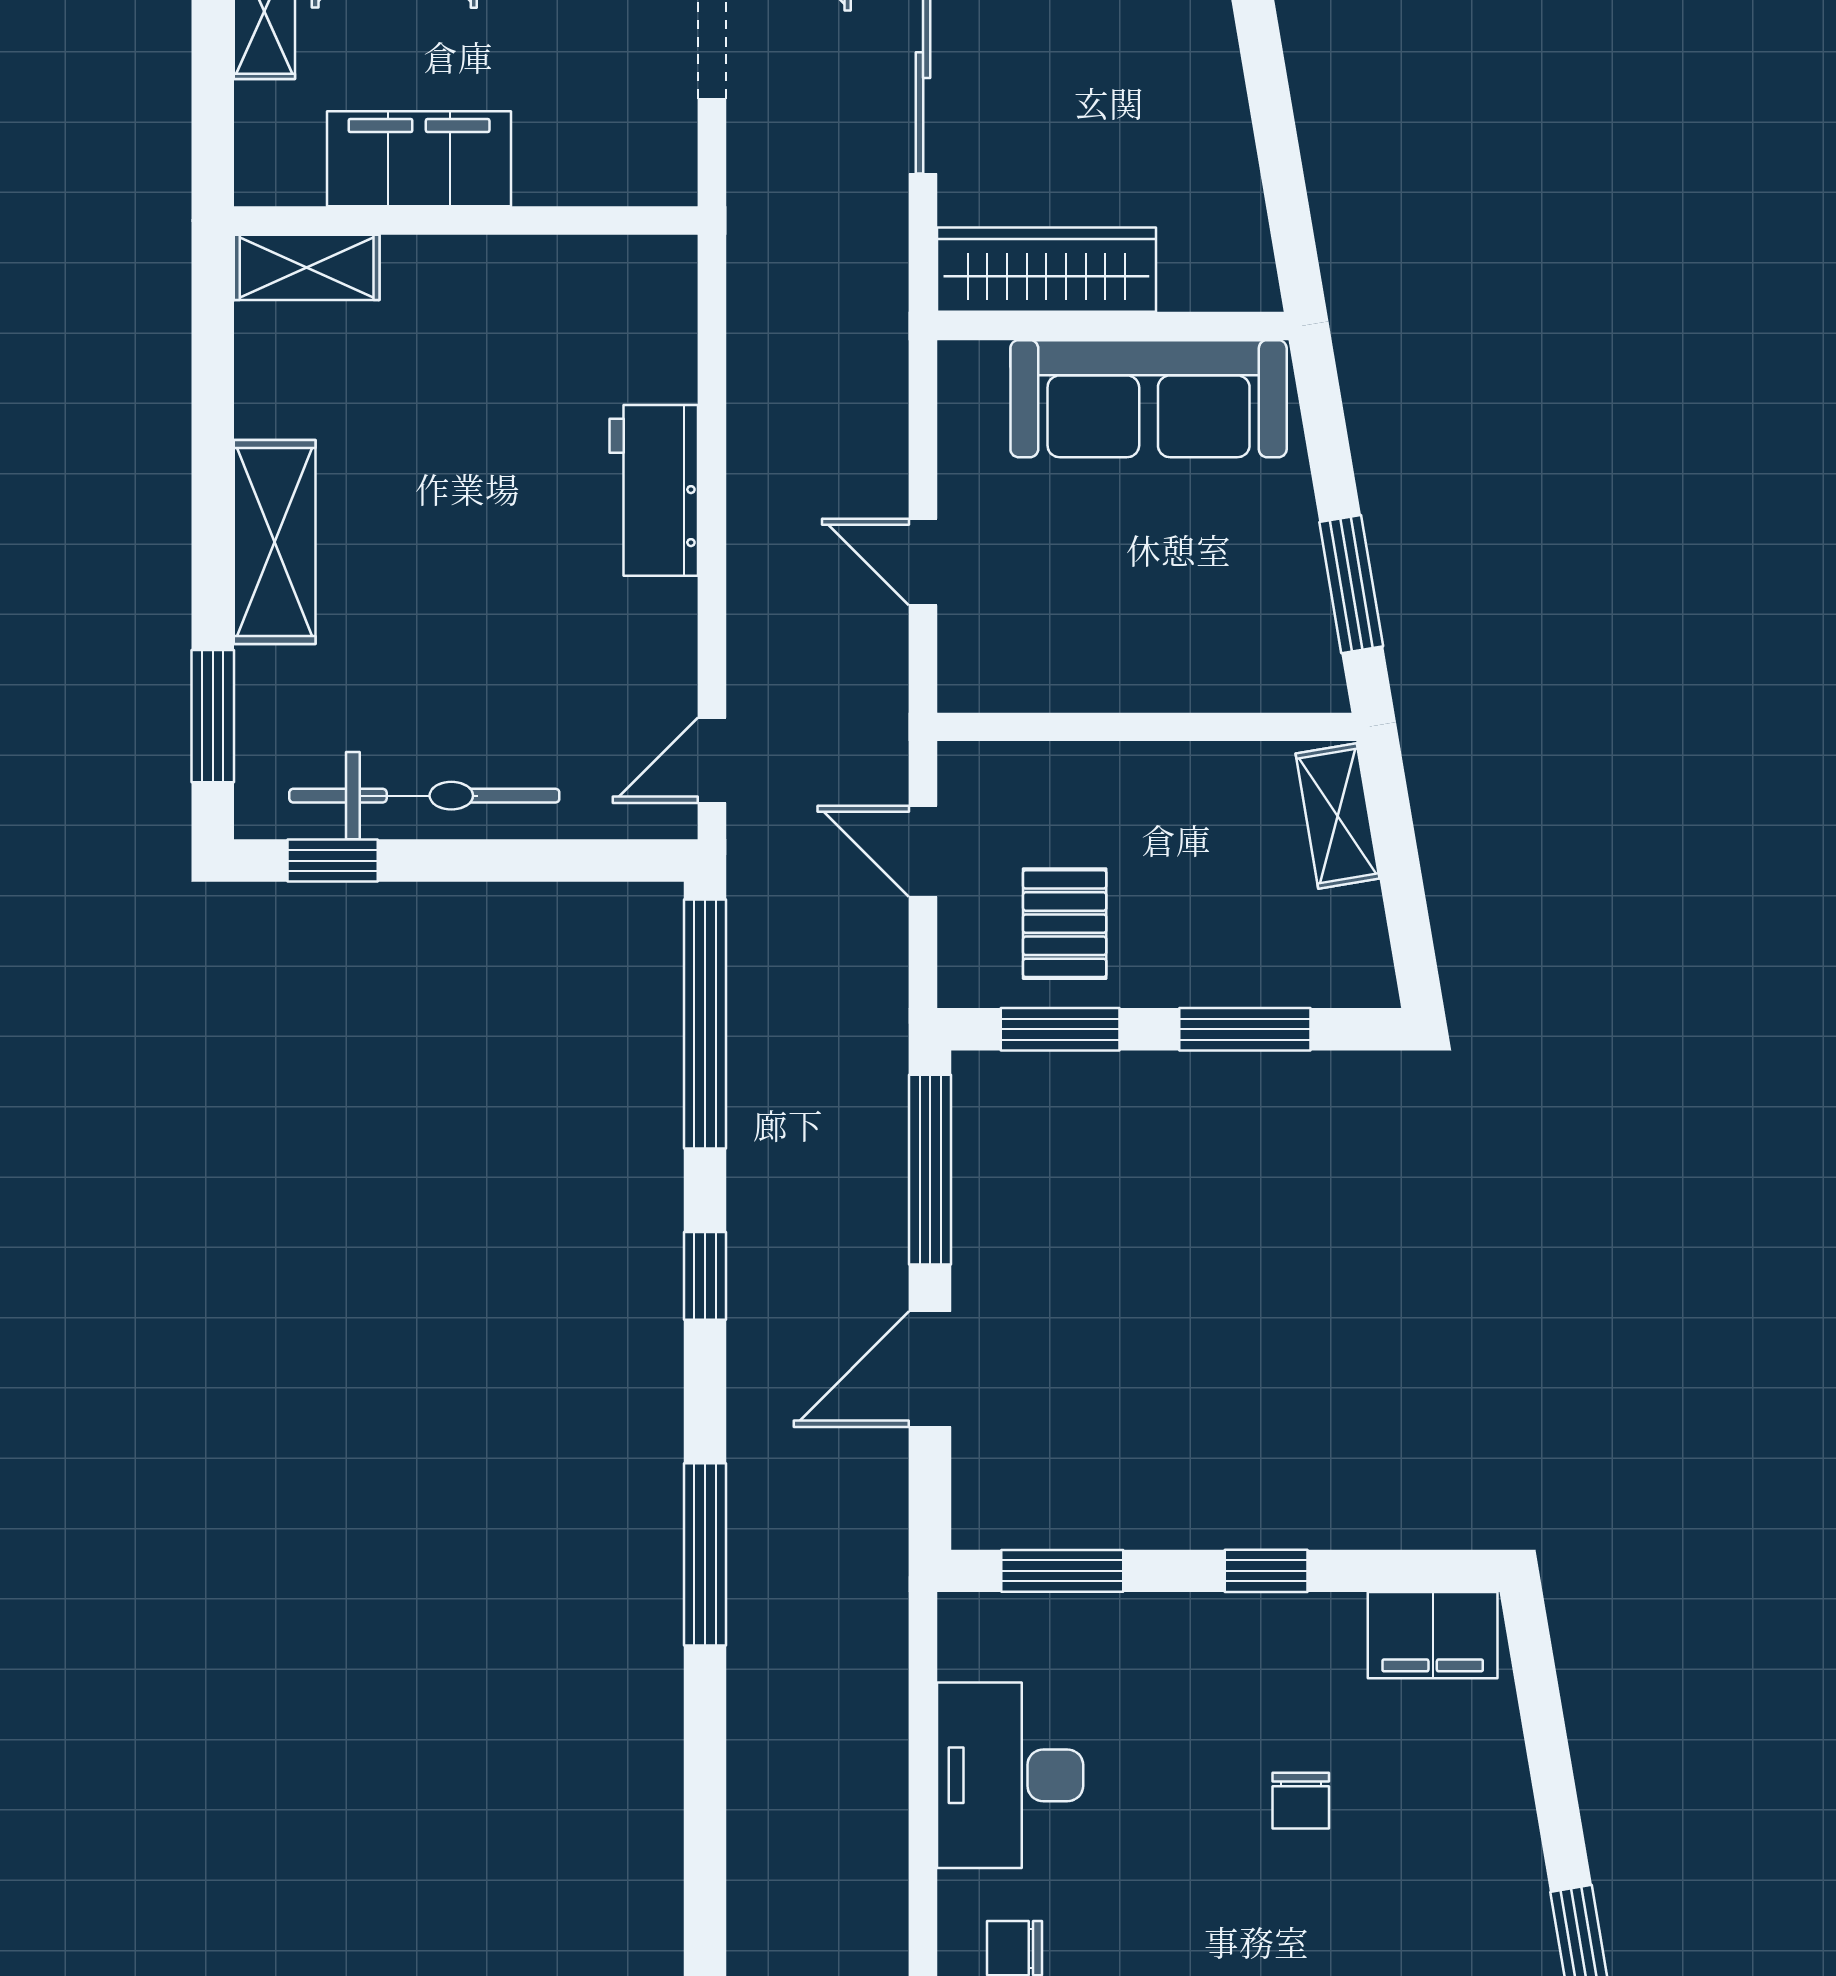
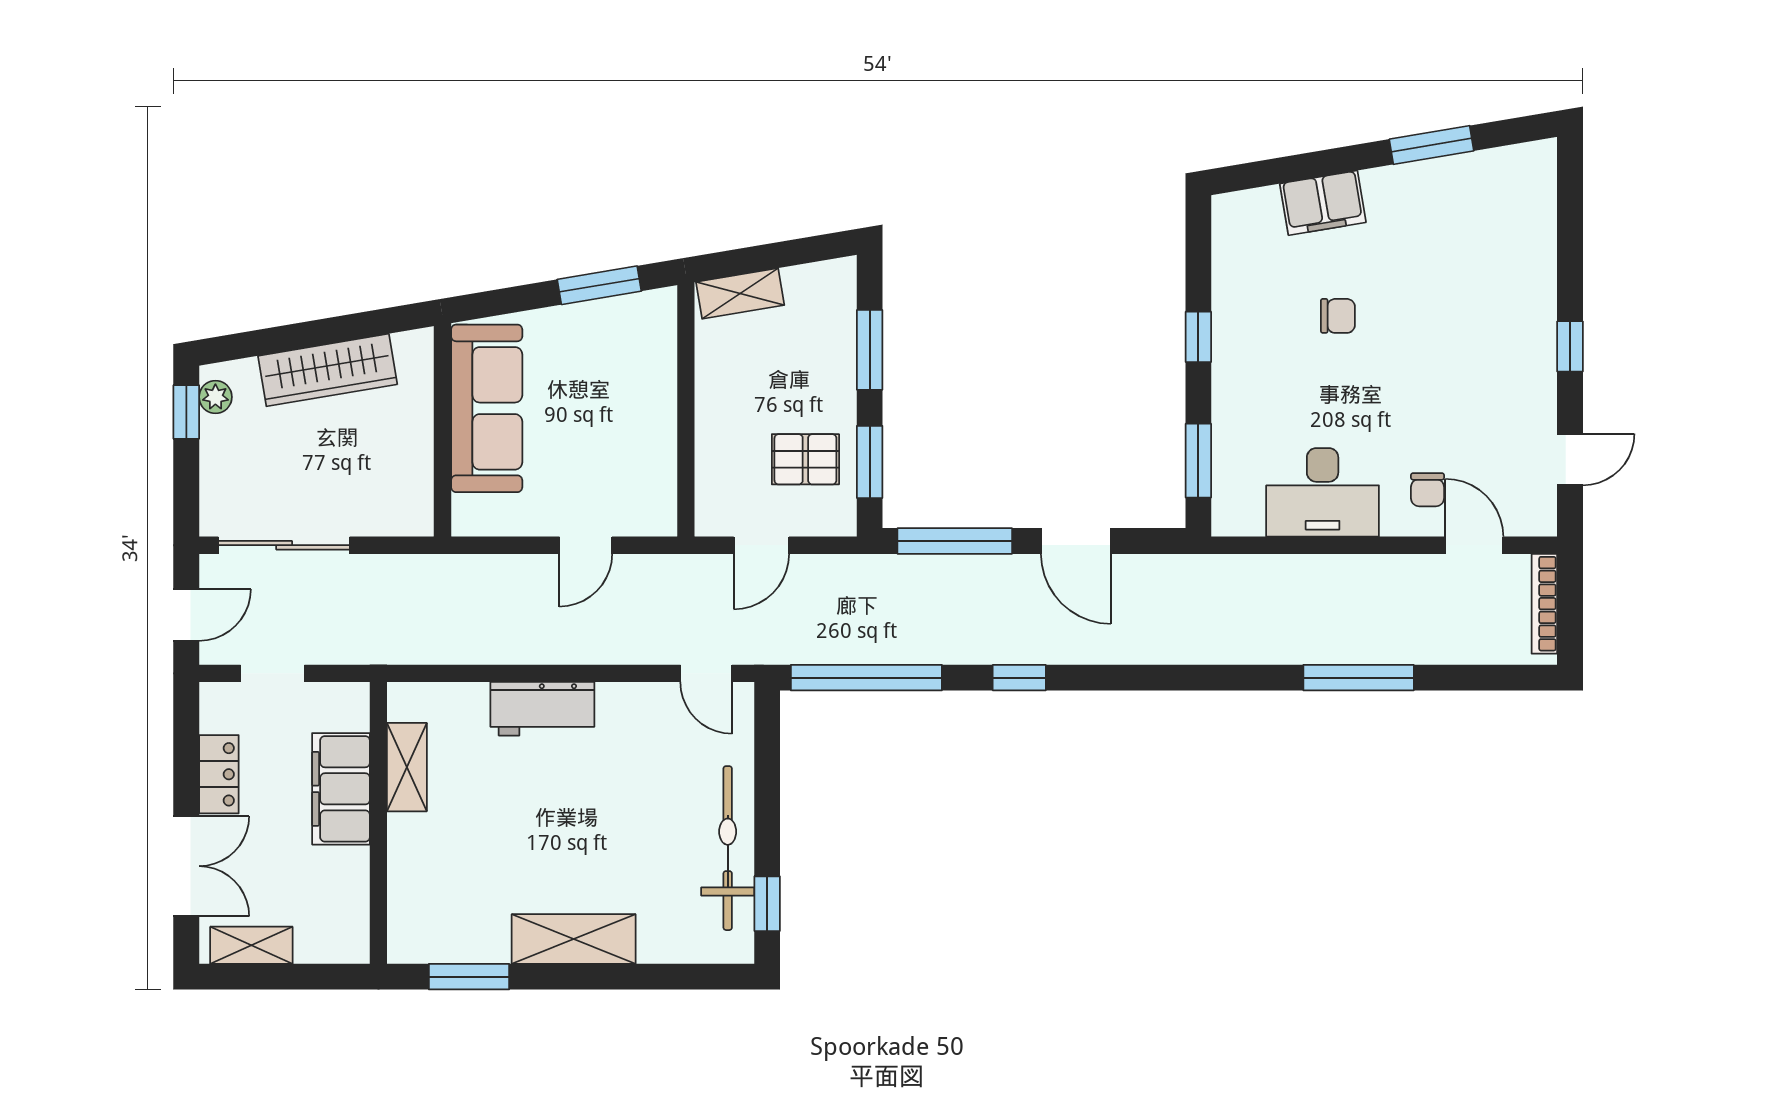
filing cabinet: (419, 159) -> (341, 789), moved
shelving: (307, 267) -> (407, 767), moved
wardrobe: (1046, 270) -> (328, 370), moved, turned -100
window: (213, 716) -> (469, 977), moved
window: (705, 1554) -> (1359, 678), moved
filing cabinet: (1433, 1635) -> (1323, 203), moved, turned 80

